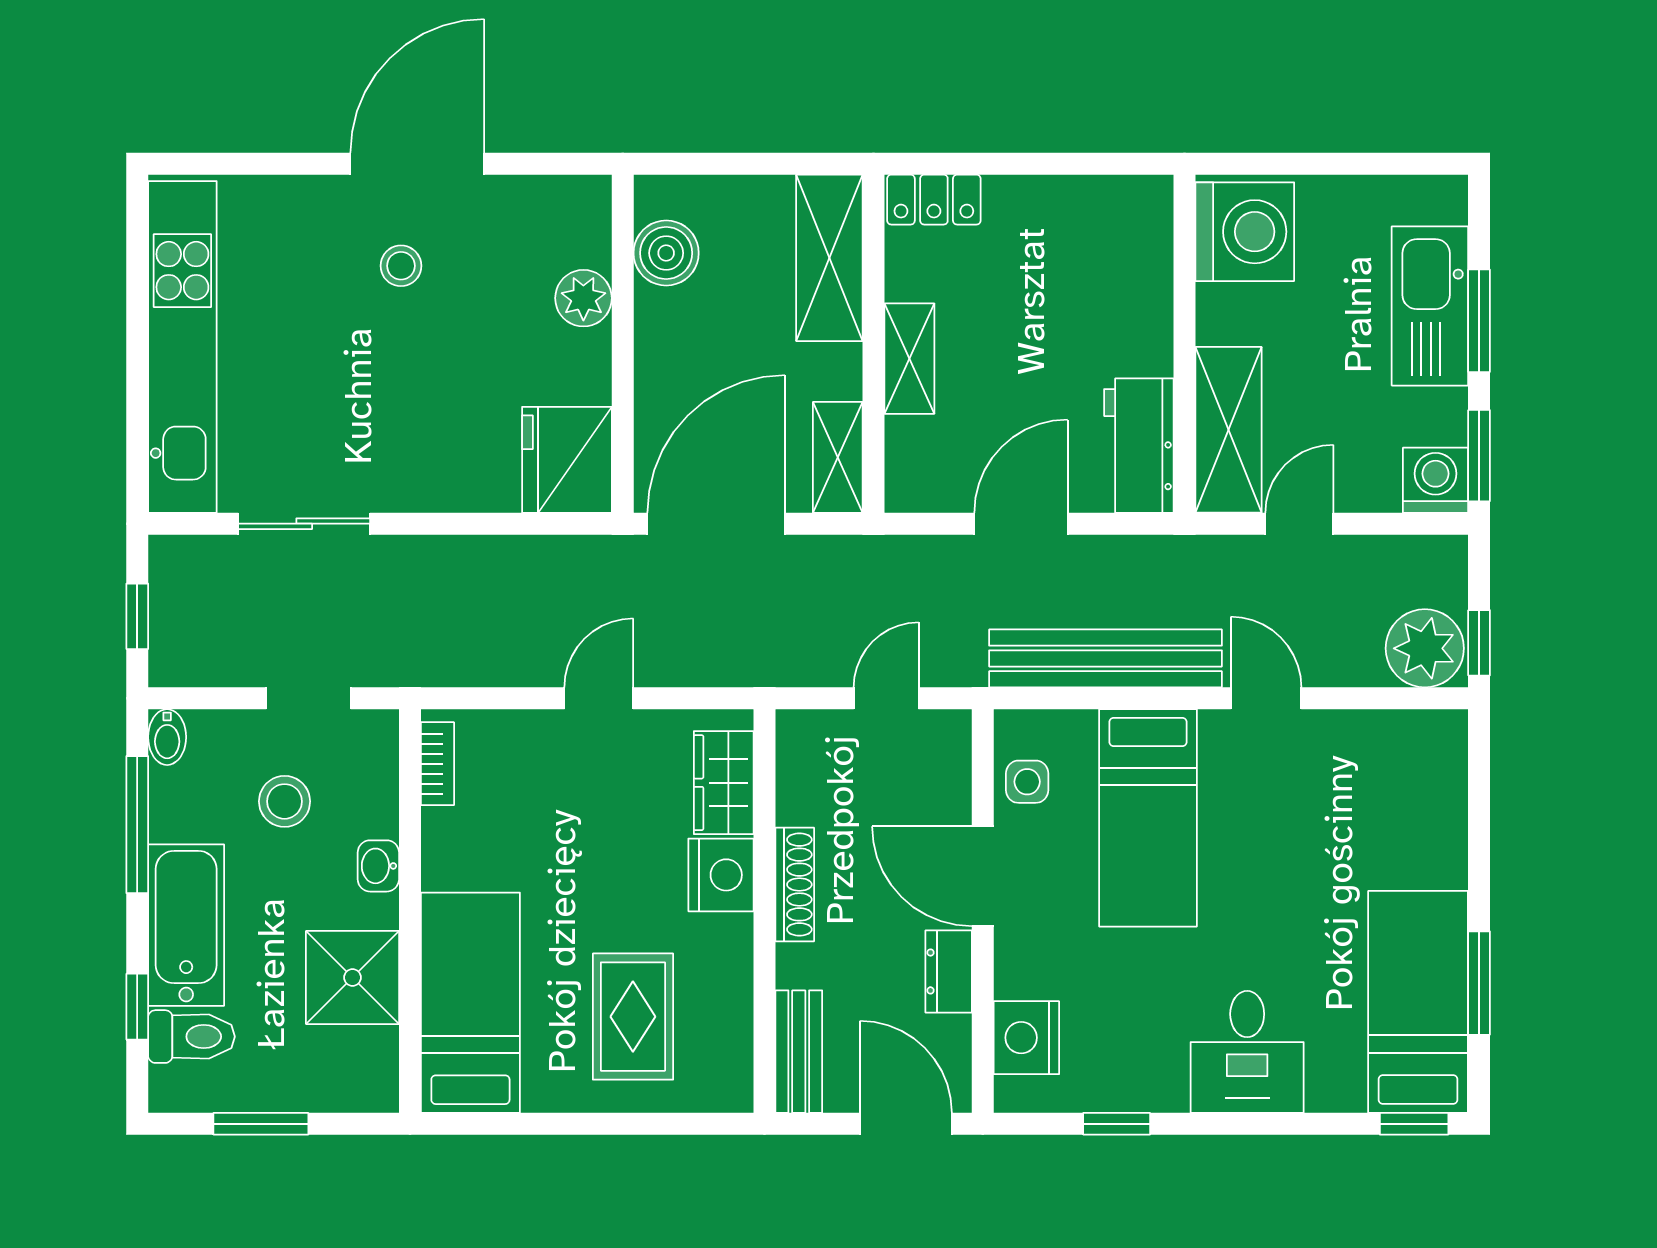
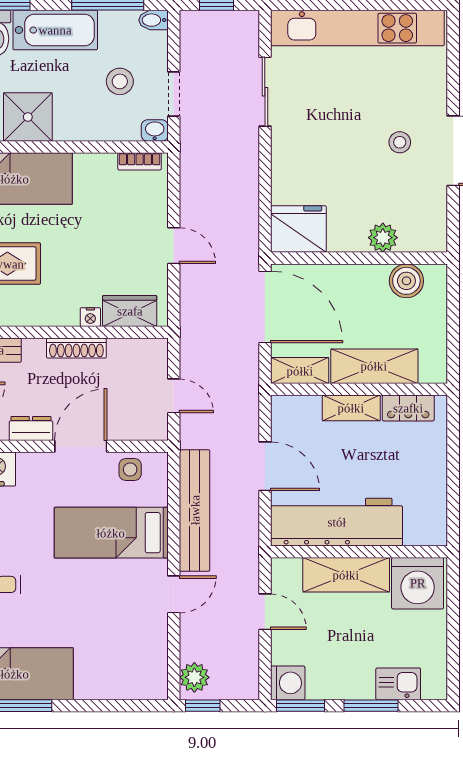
locker: (934, 200) -> (408, 408), moved, turned -90
shelving: (829, 258) -> (374, 366), moved
kitchen sink: (1430, 306) -> (398, 684), width x0.53, depth x0.81
shelving: (1229, 430) -> (346, 575), moved
workbench: (1139, 446) -> (337, 522), width x1.88, depth x1.32
plant: (1425, 648) -> (194, 677), width x0.73, depth x0.73
washbasin: (378, 866) -> (155, 130), moved
nightstand: (721, 875) -> (90, 317), width x0.53, depth x0.56

